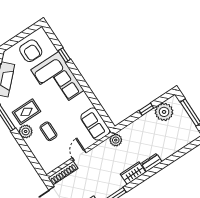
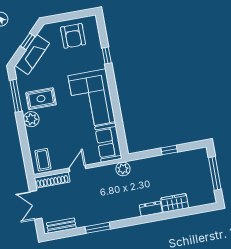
corner sofa: (57, 80) -> (92, 99), moved
plant: (164, 112) -> (187, 161), removed
coffee table: (48, 131) -> (43, 160), moved
wardrobe: (133, 173) -> (175, 203), moved

